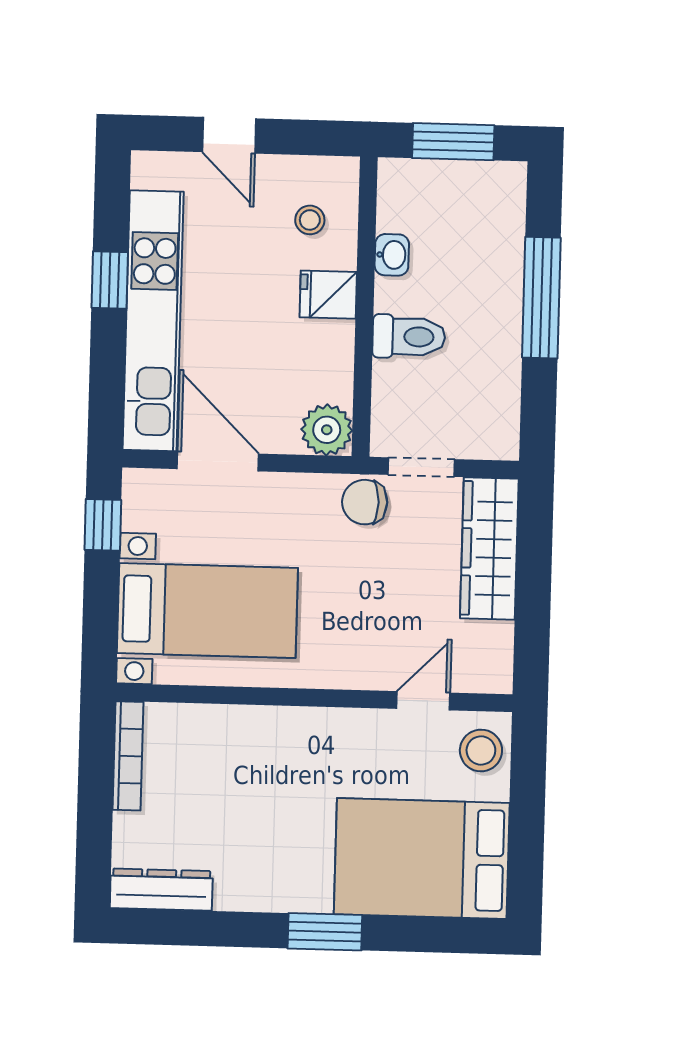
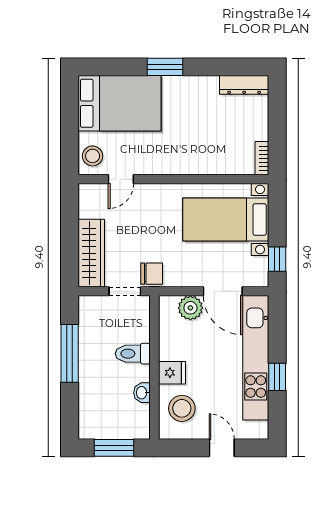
stool: (310, 220) -> (182, 408), width x1.89, depth x1.89
window: (541, 298) -> (70, 353), moved
plant: (327, 430) -> (190, 308), moved
bookcase: (128, 756) -> (262, 158), width x0.64

